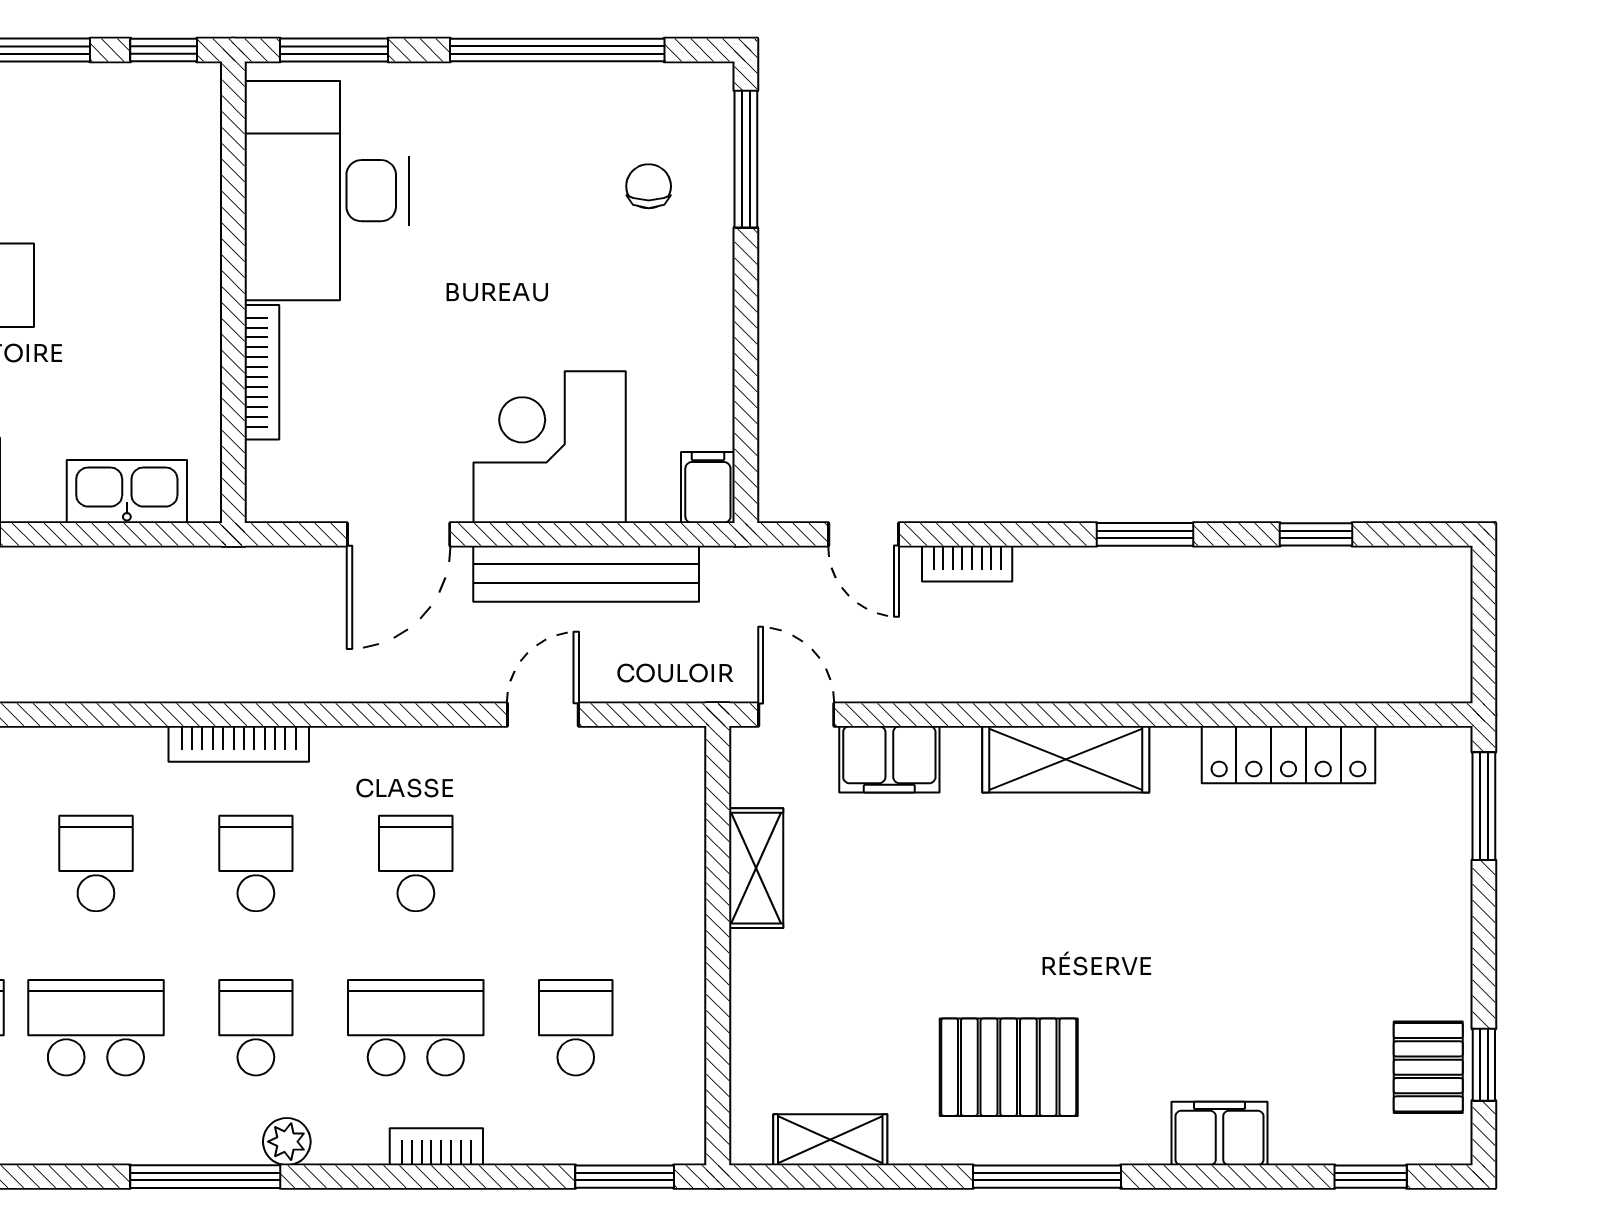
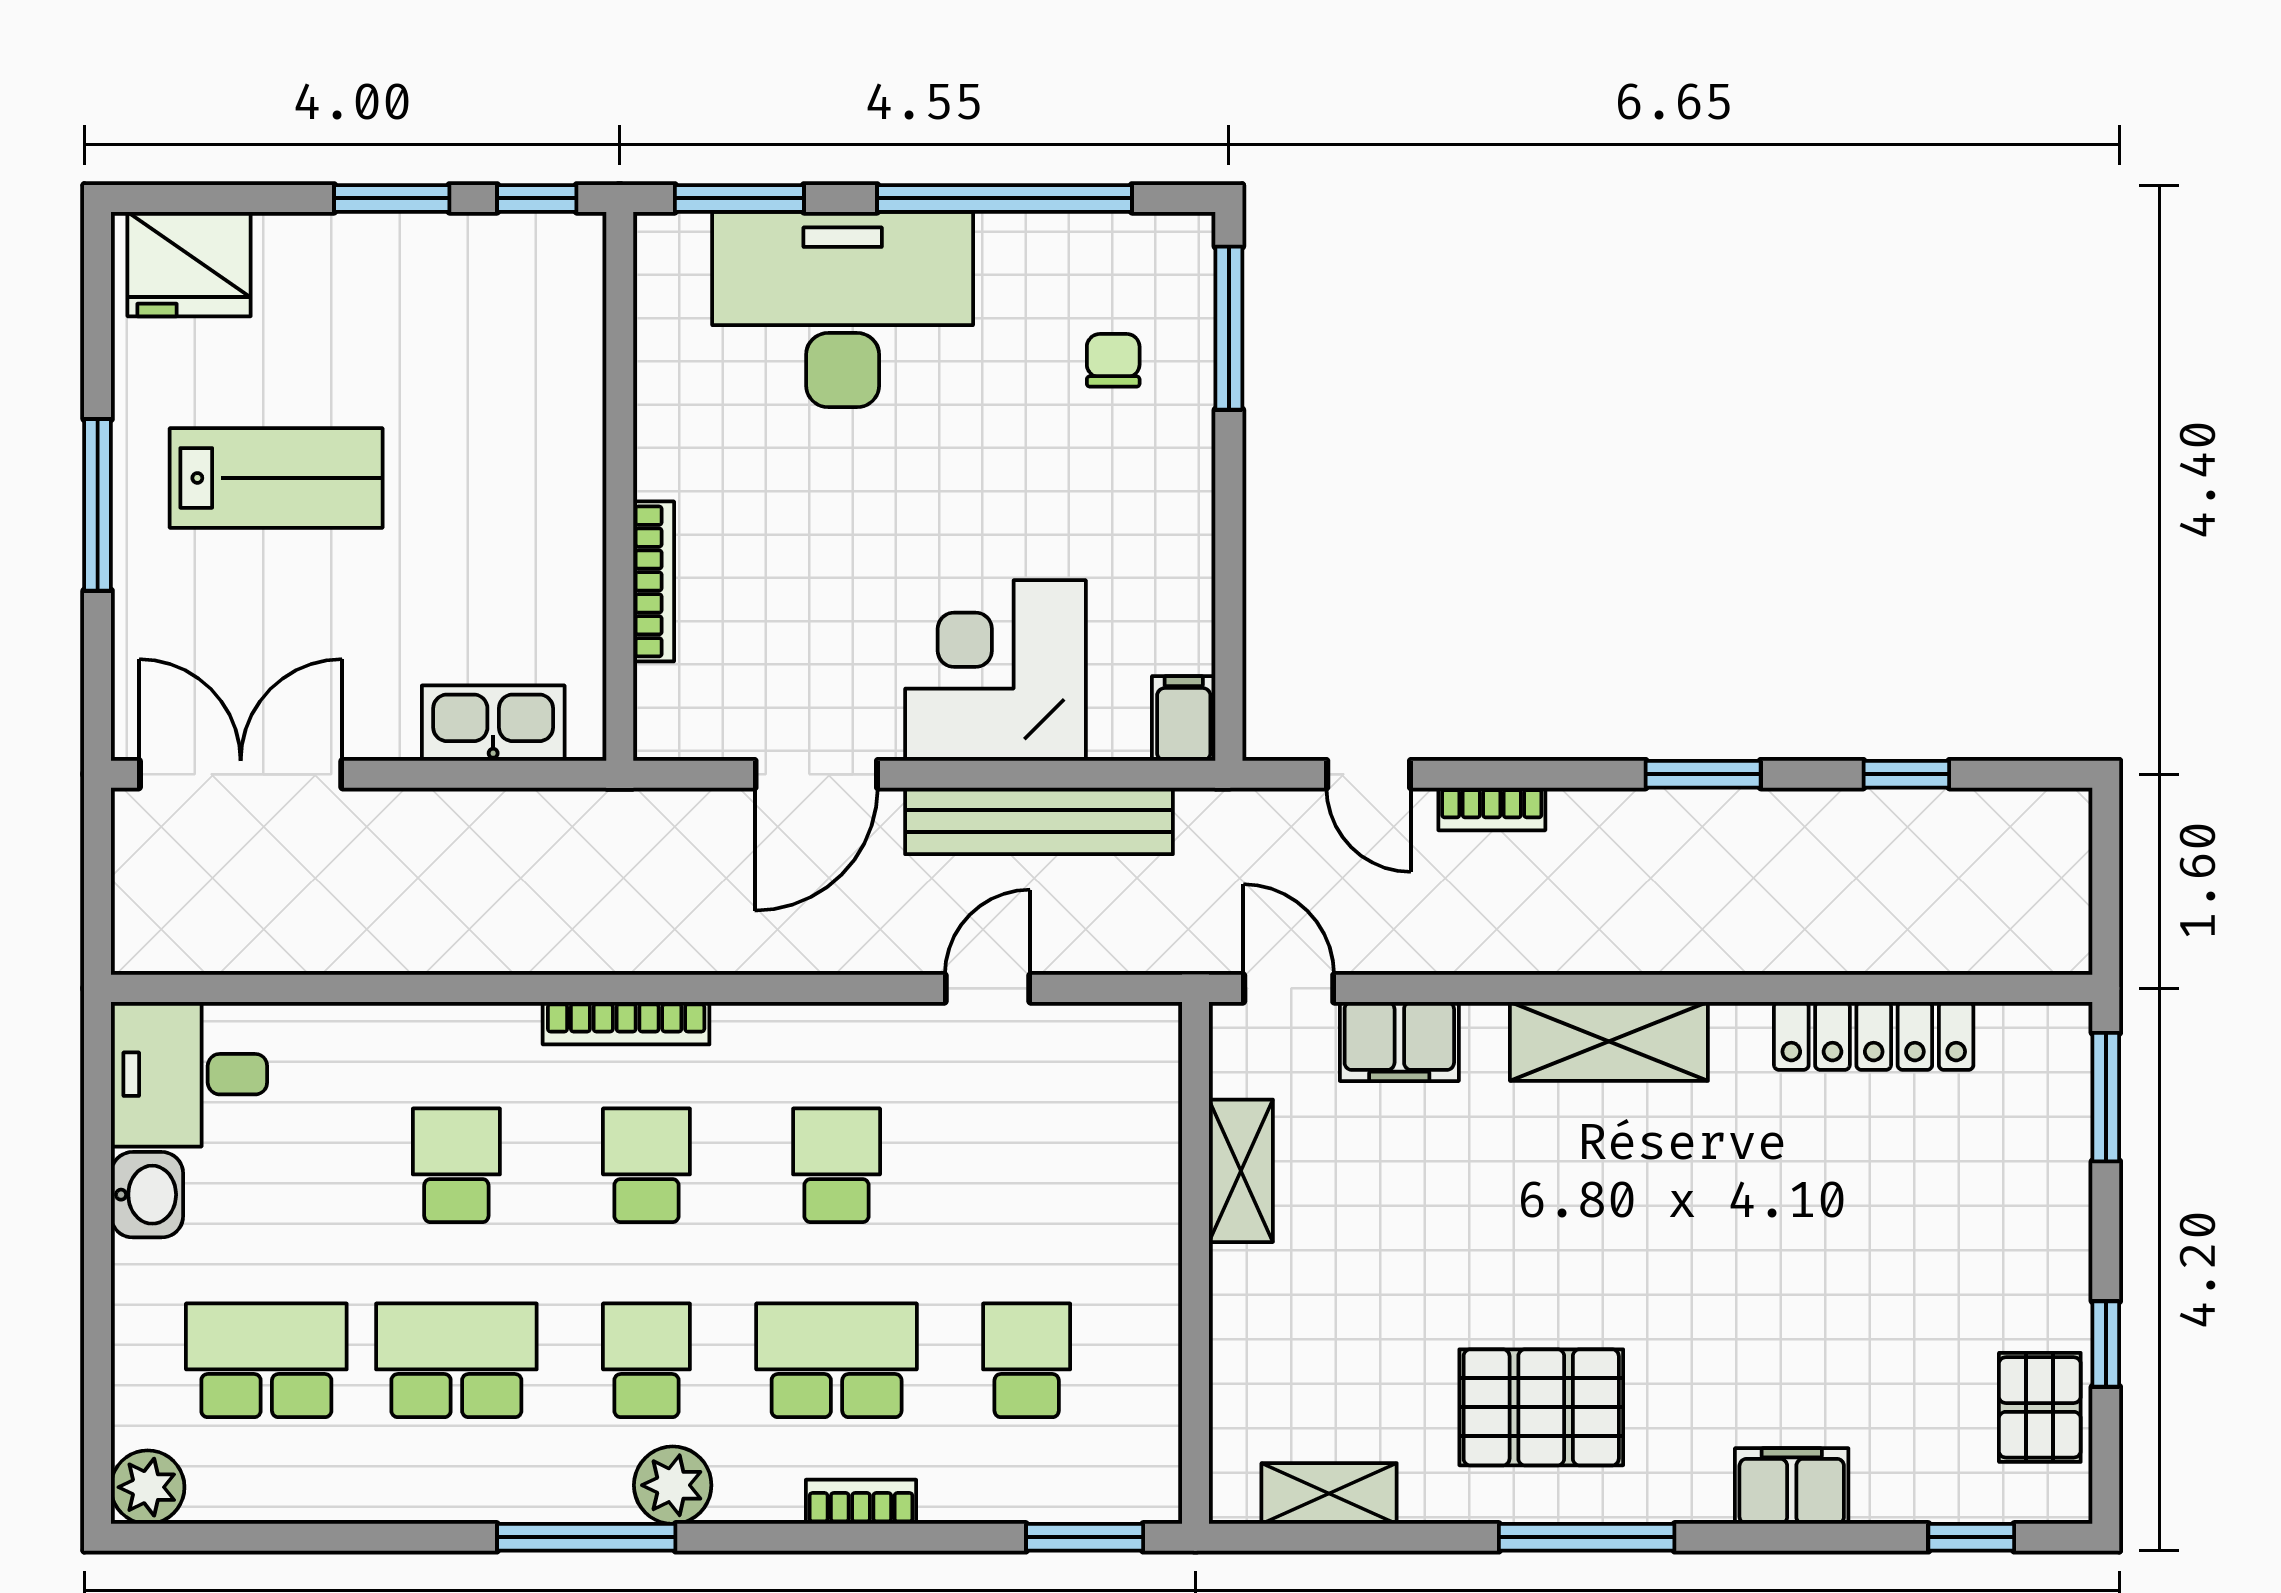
desk: (327, 191) -> (843, 309), moved, turned 90
window: (1484, 1065) -> (2106, 1344), moved
plant: (287, 1142) -> (673, 1485), width x1.38, depth x1.38

